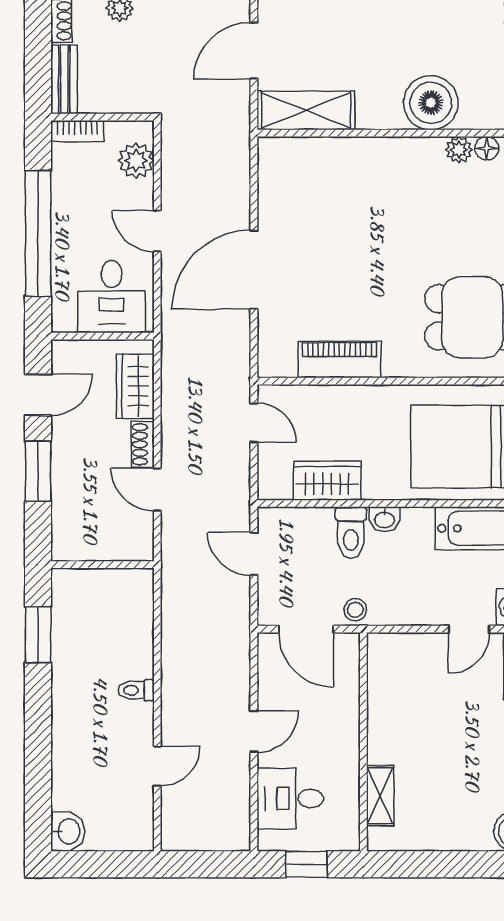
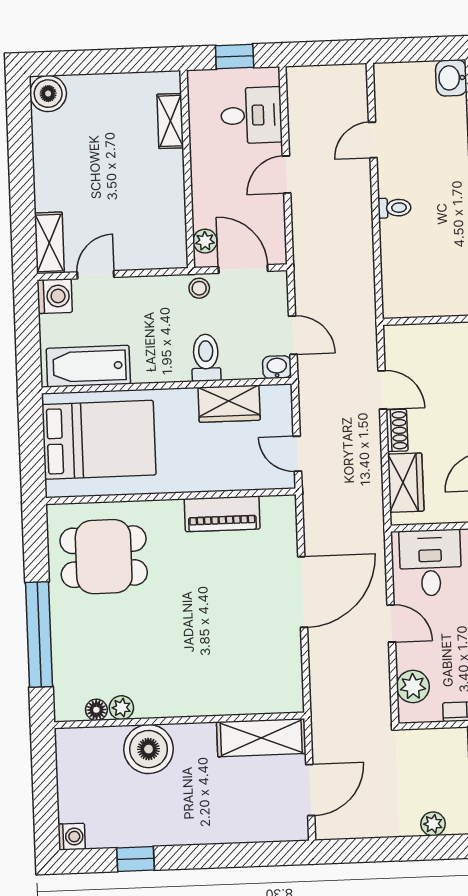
washbasin: (385, 519) -> (277, 367), moved
plant: (347, 662) -> (205, 241), added

